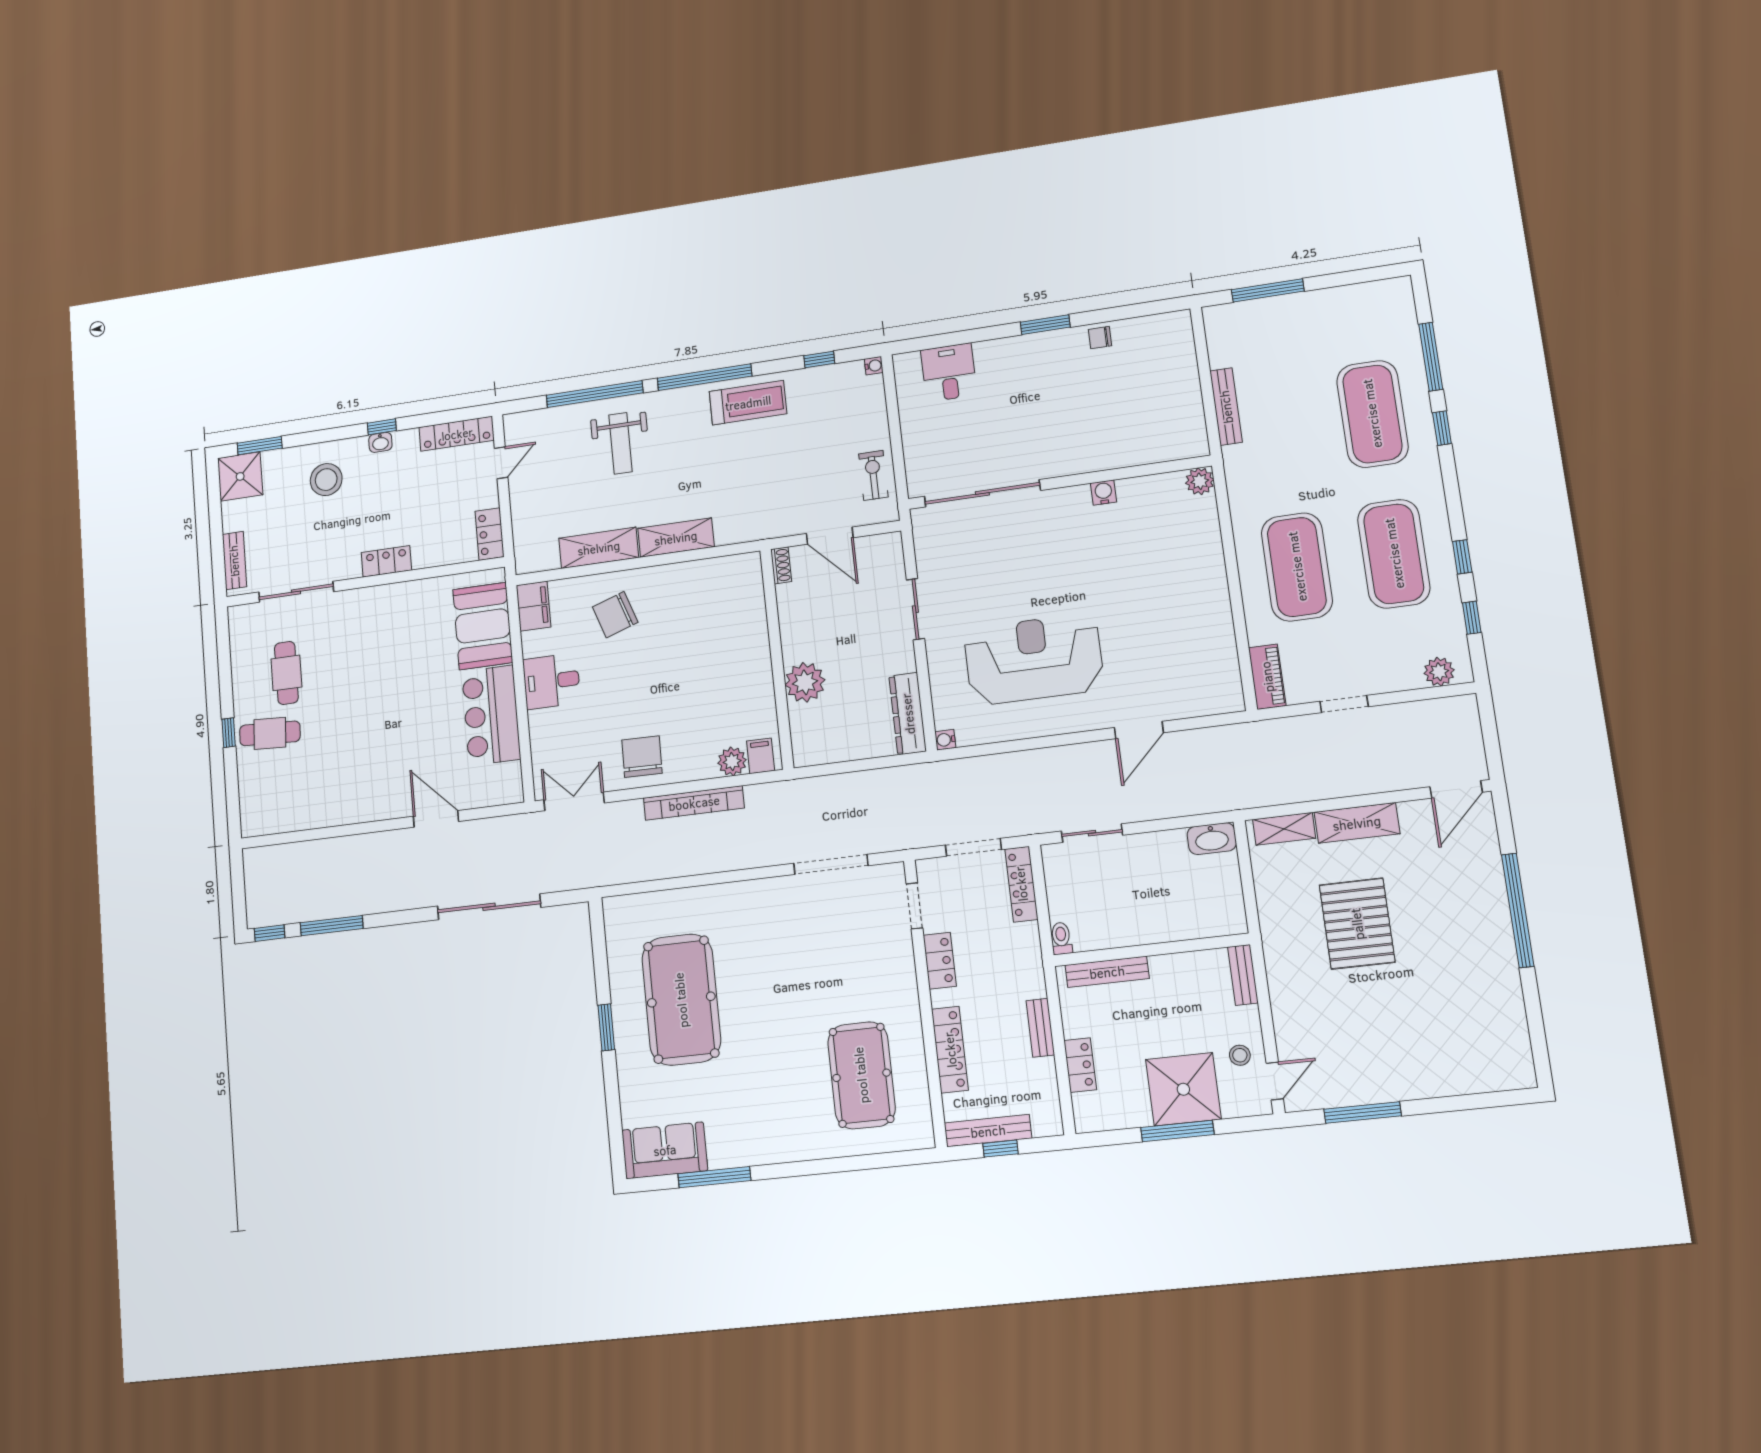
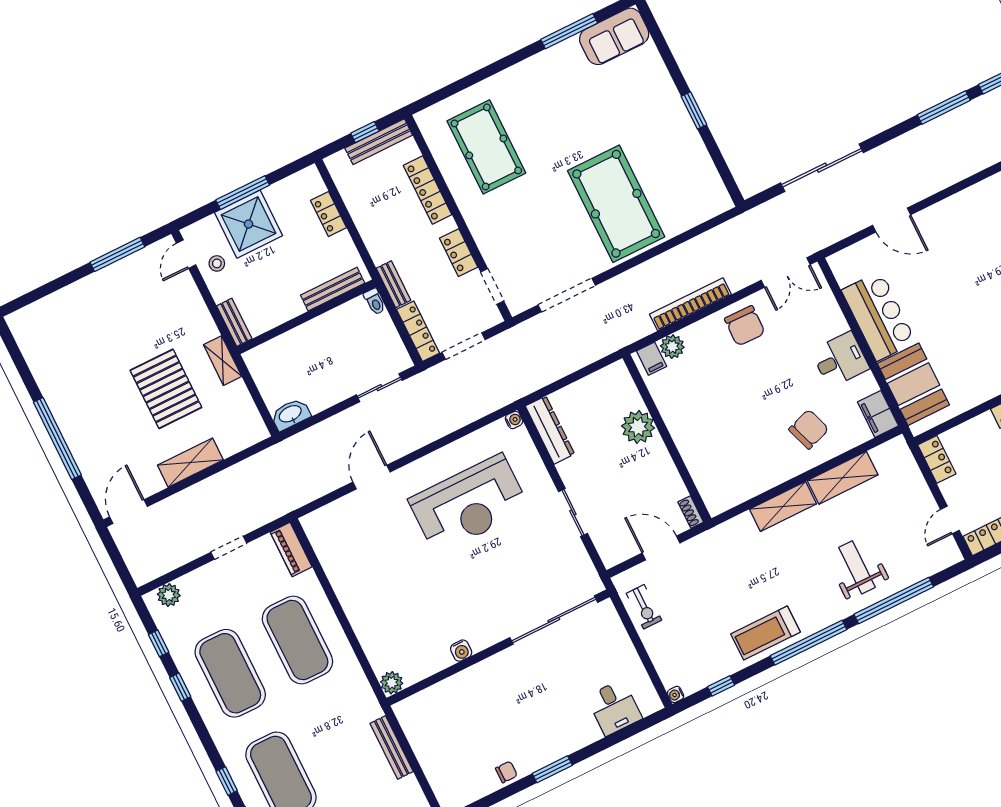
shelving: (1284, 829) -> (223, 361), moved, turned 90
pool table: (681, 1000) -> (616, 204), moved
bench: (1040, 1028) -> (393, 284), moved

